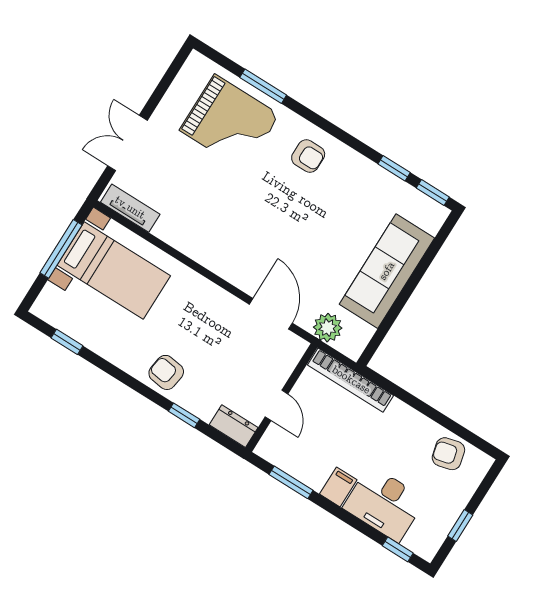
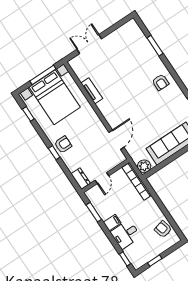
grand piano: (230, 122) -> (135, 54), removed
tv unit: (130, 208) -> (92, 91), moved
bed with nightstands: (114, 270) -> (55, 97), width x1.36
plant: (328, 328) -> (144, 166), moved
armchair: (166, 372) -> (63, 144), turned 82
window: (184, 415) -> (54, 153), moved
desk: (384, 504) -> (126, 234), width x0.73

